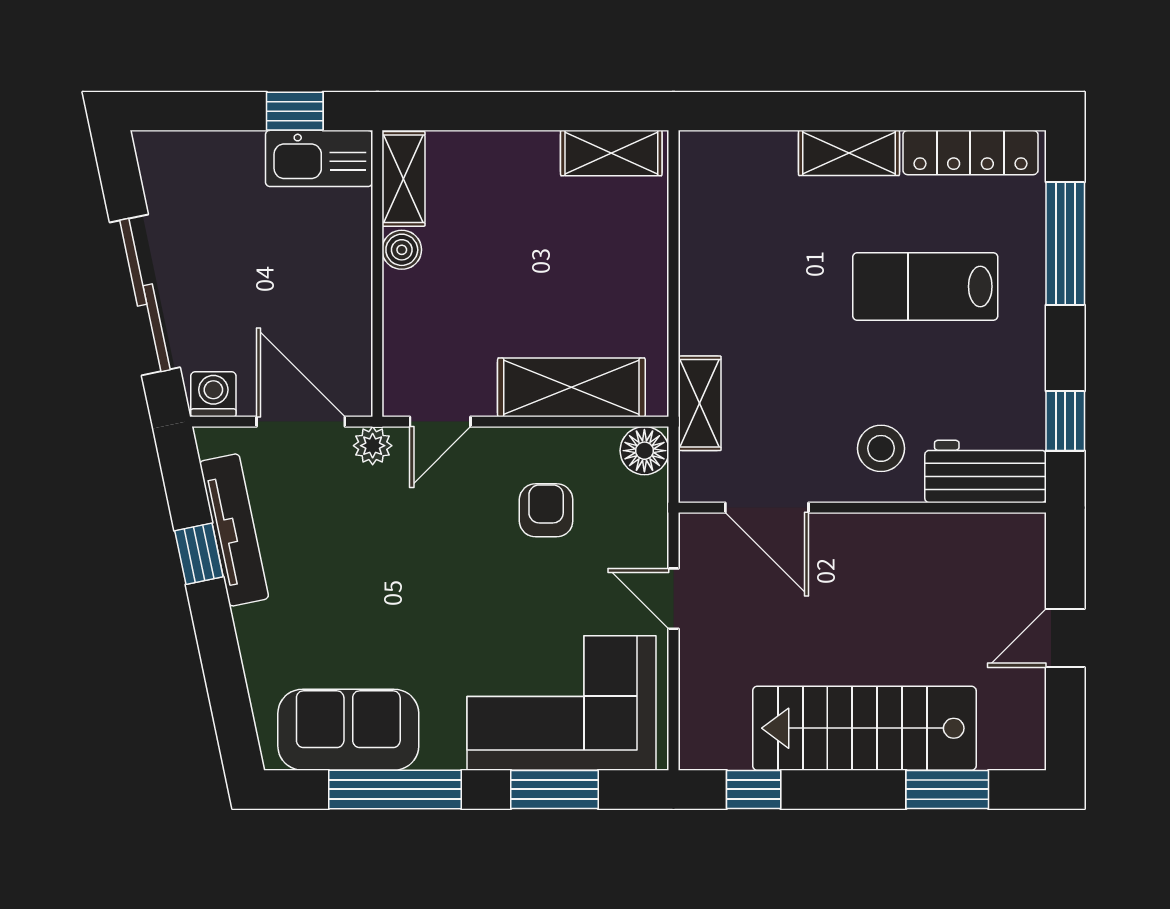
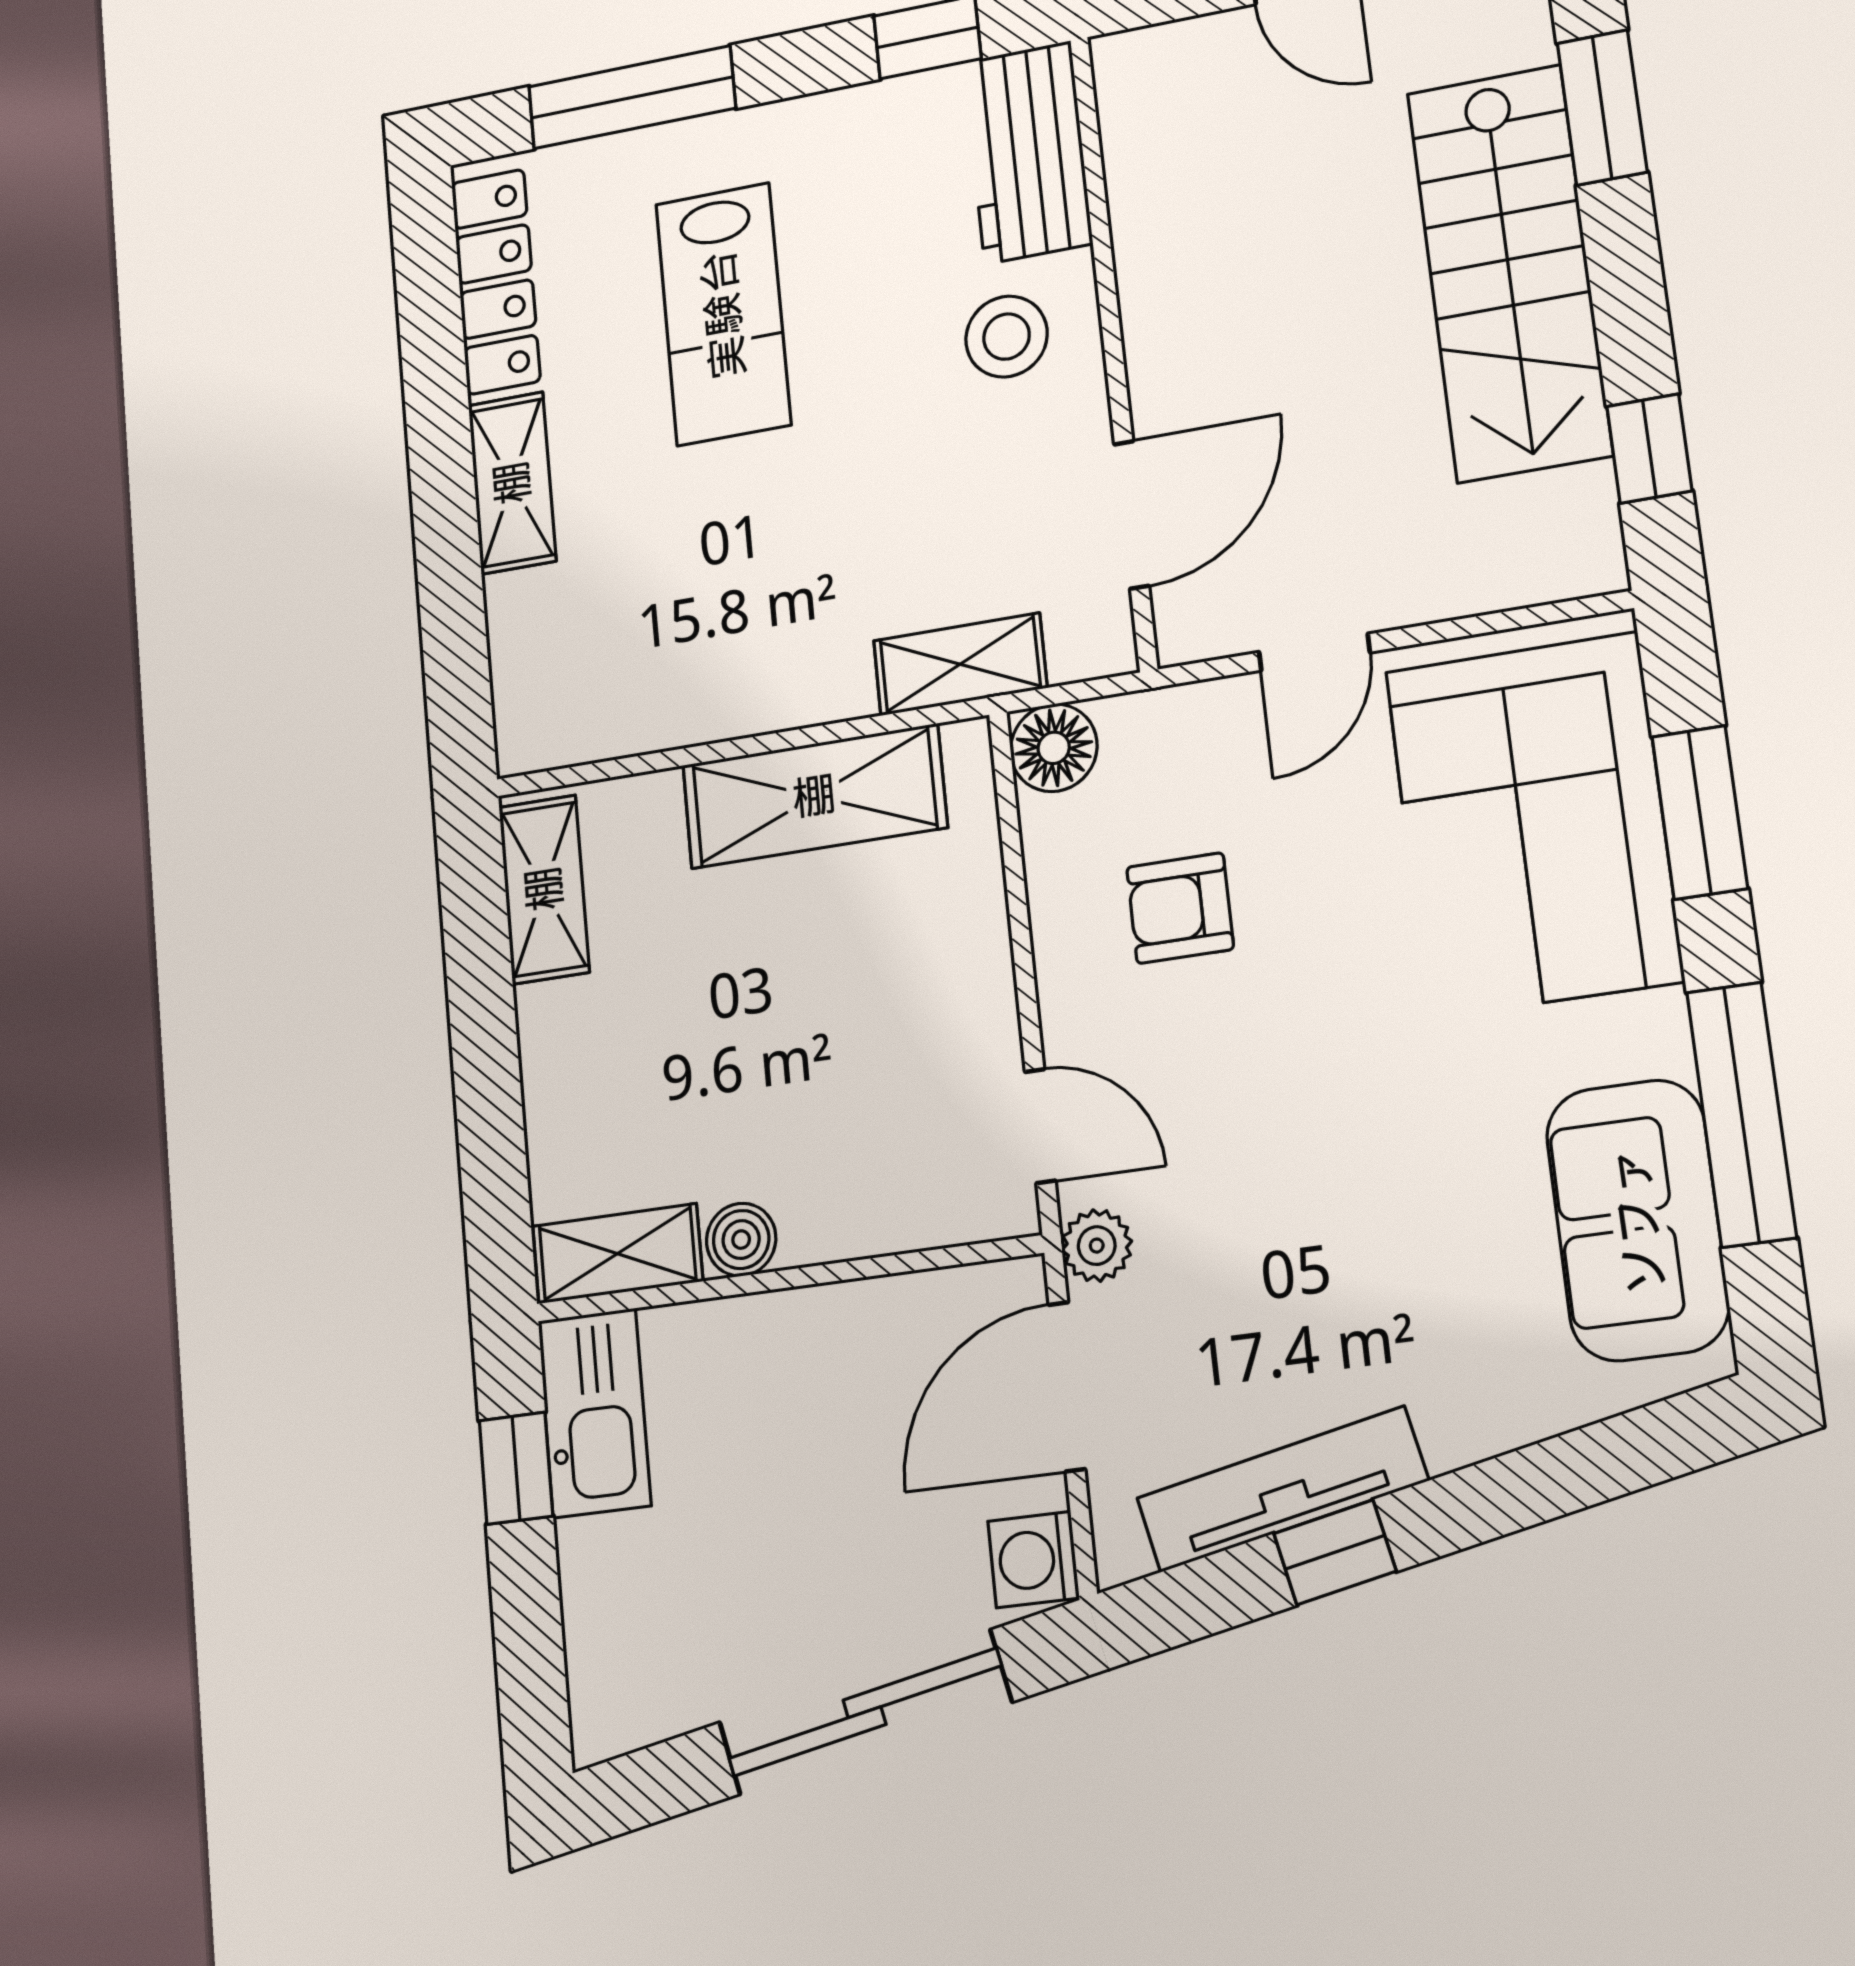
shelving: (571, 387) -> (814, 796), moved, turned 90

